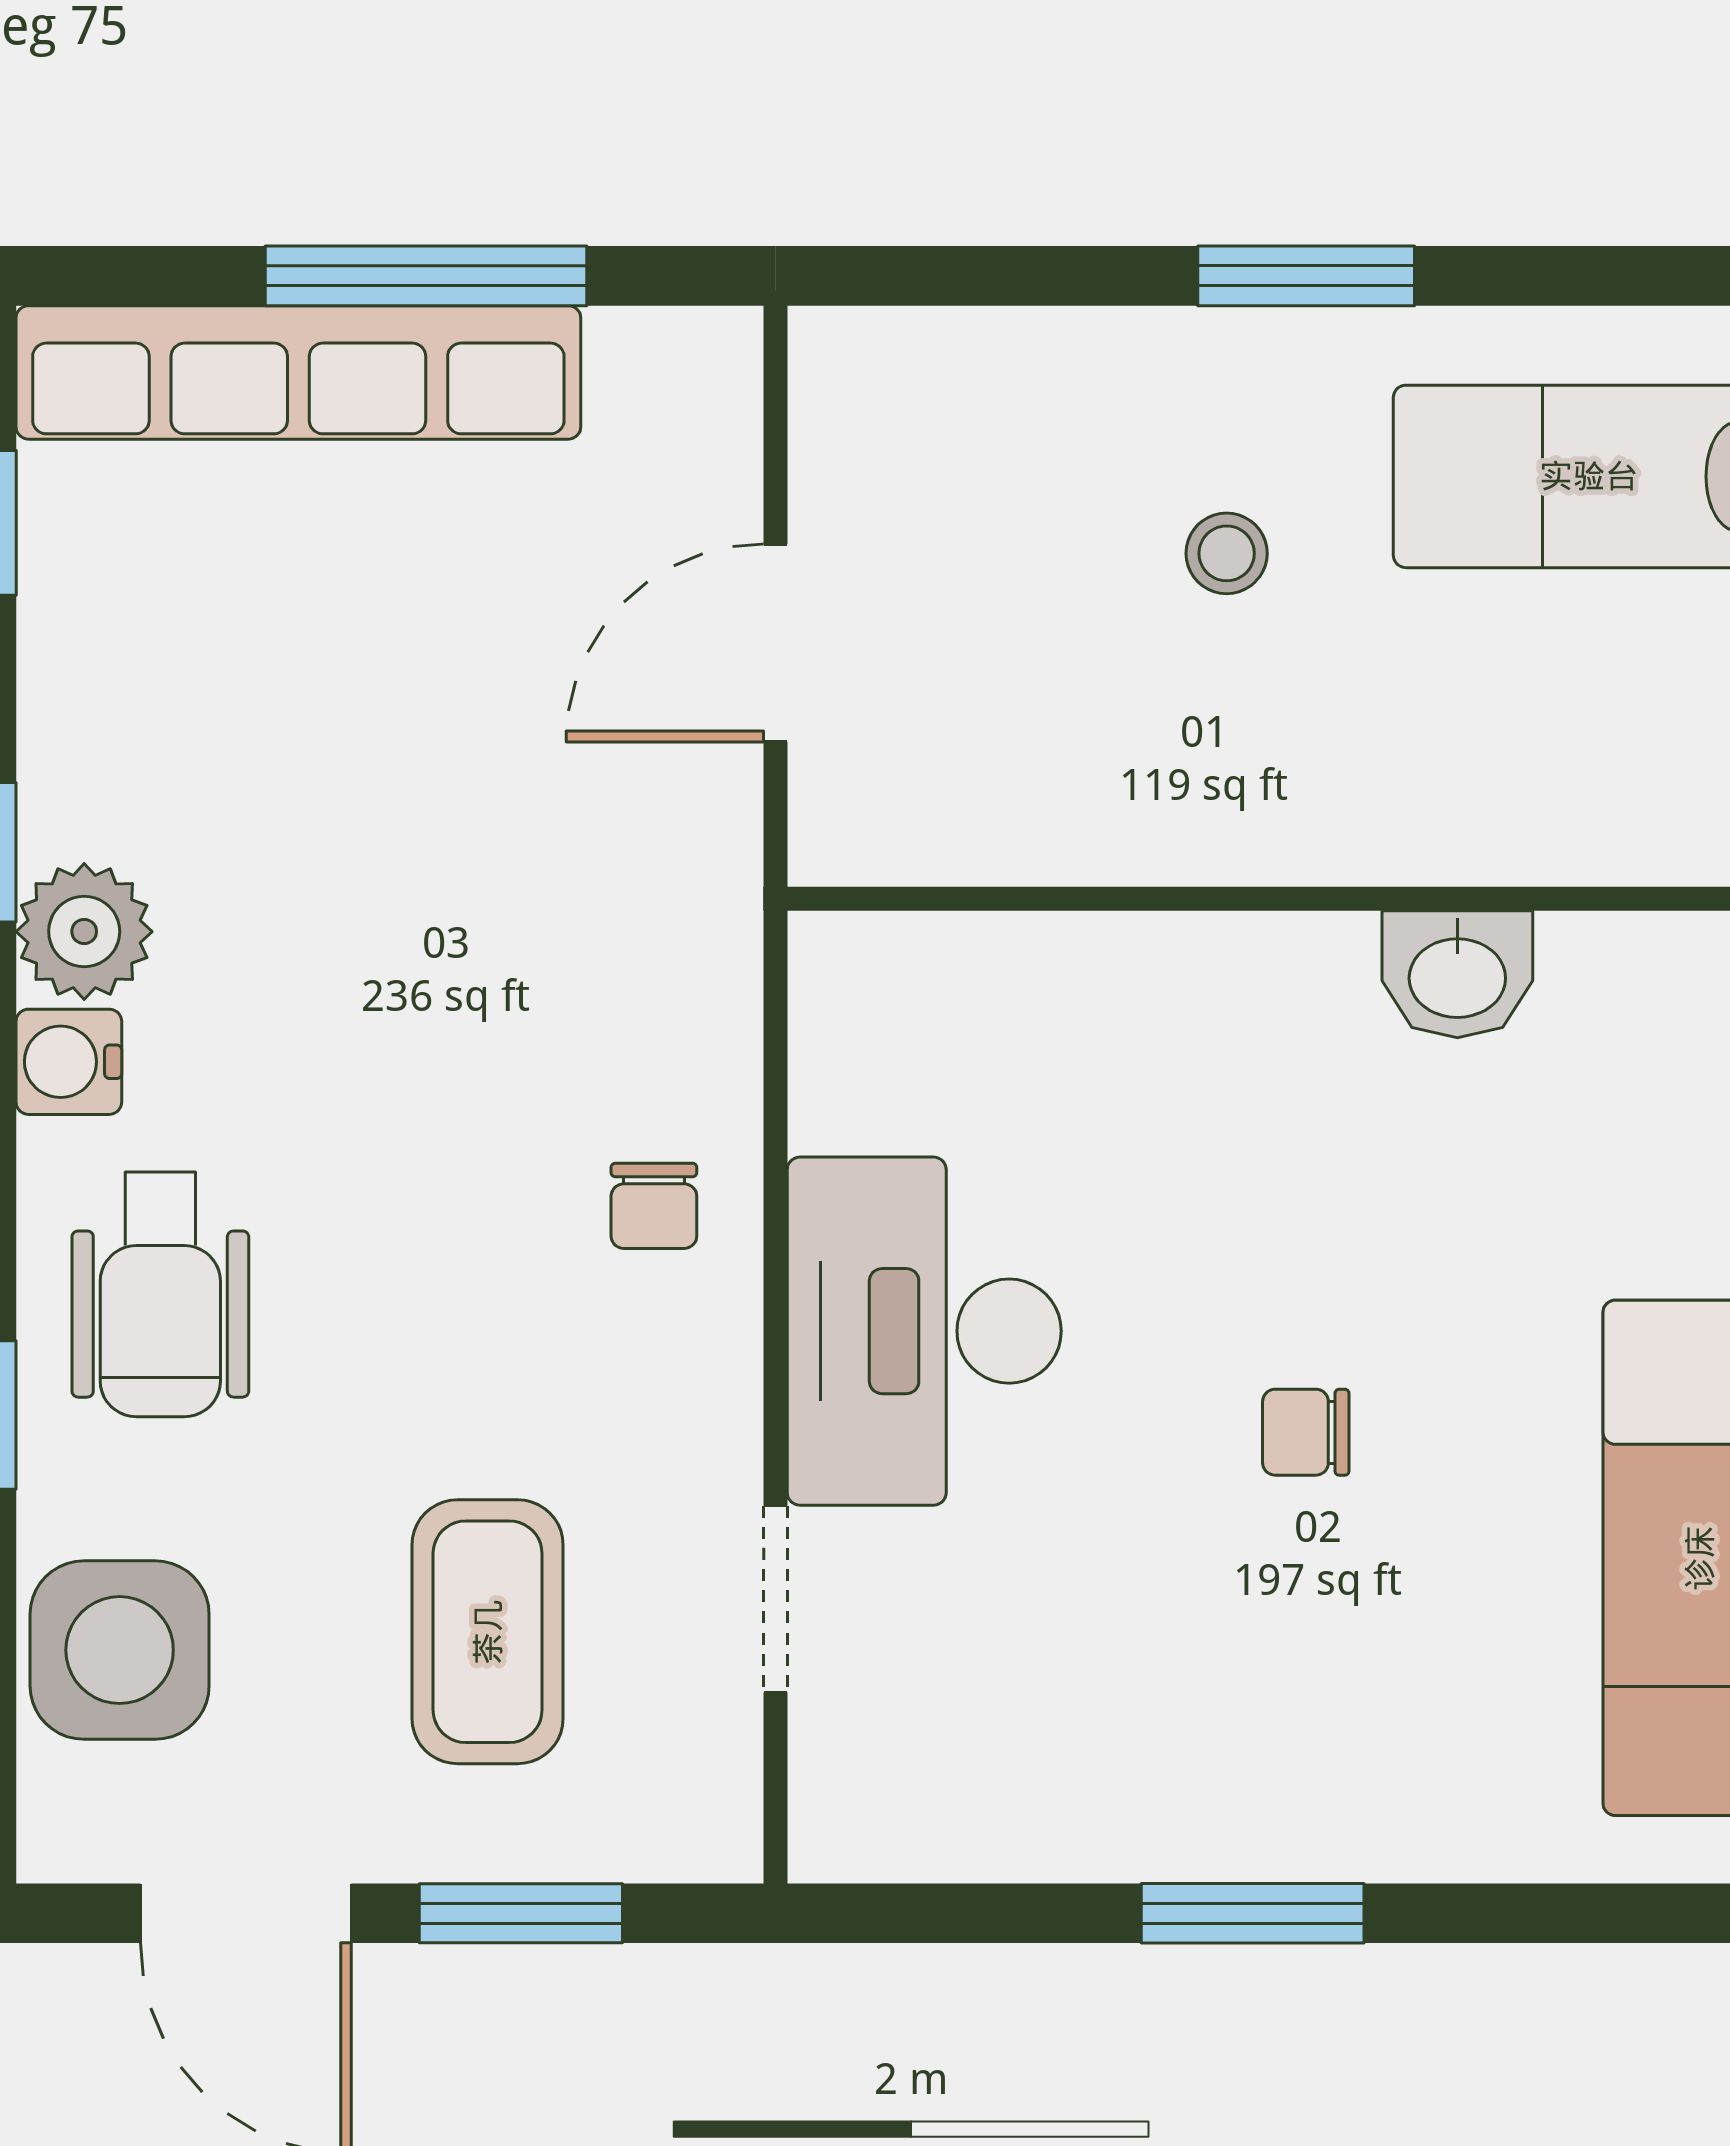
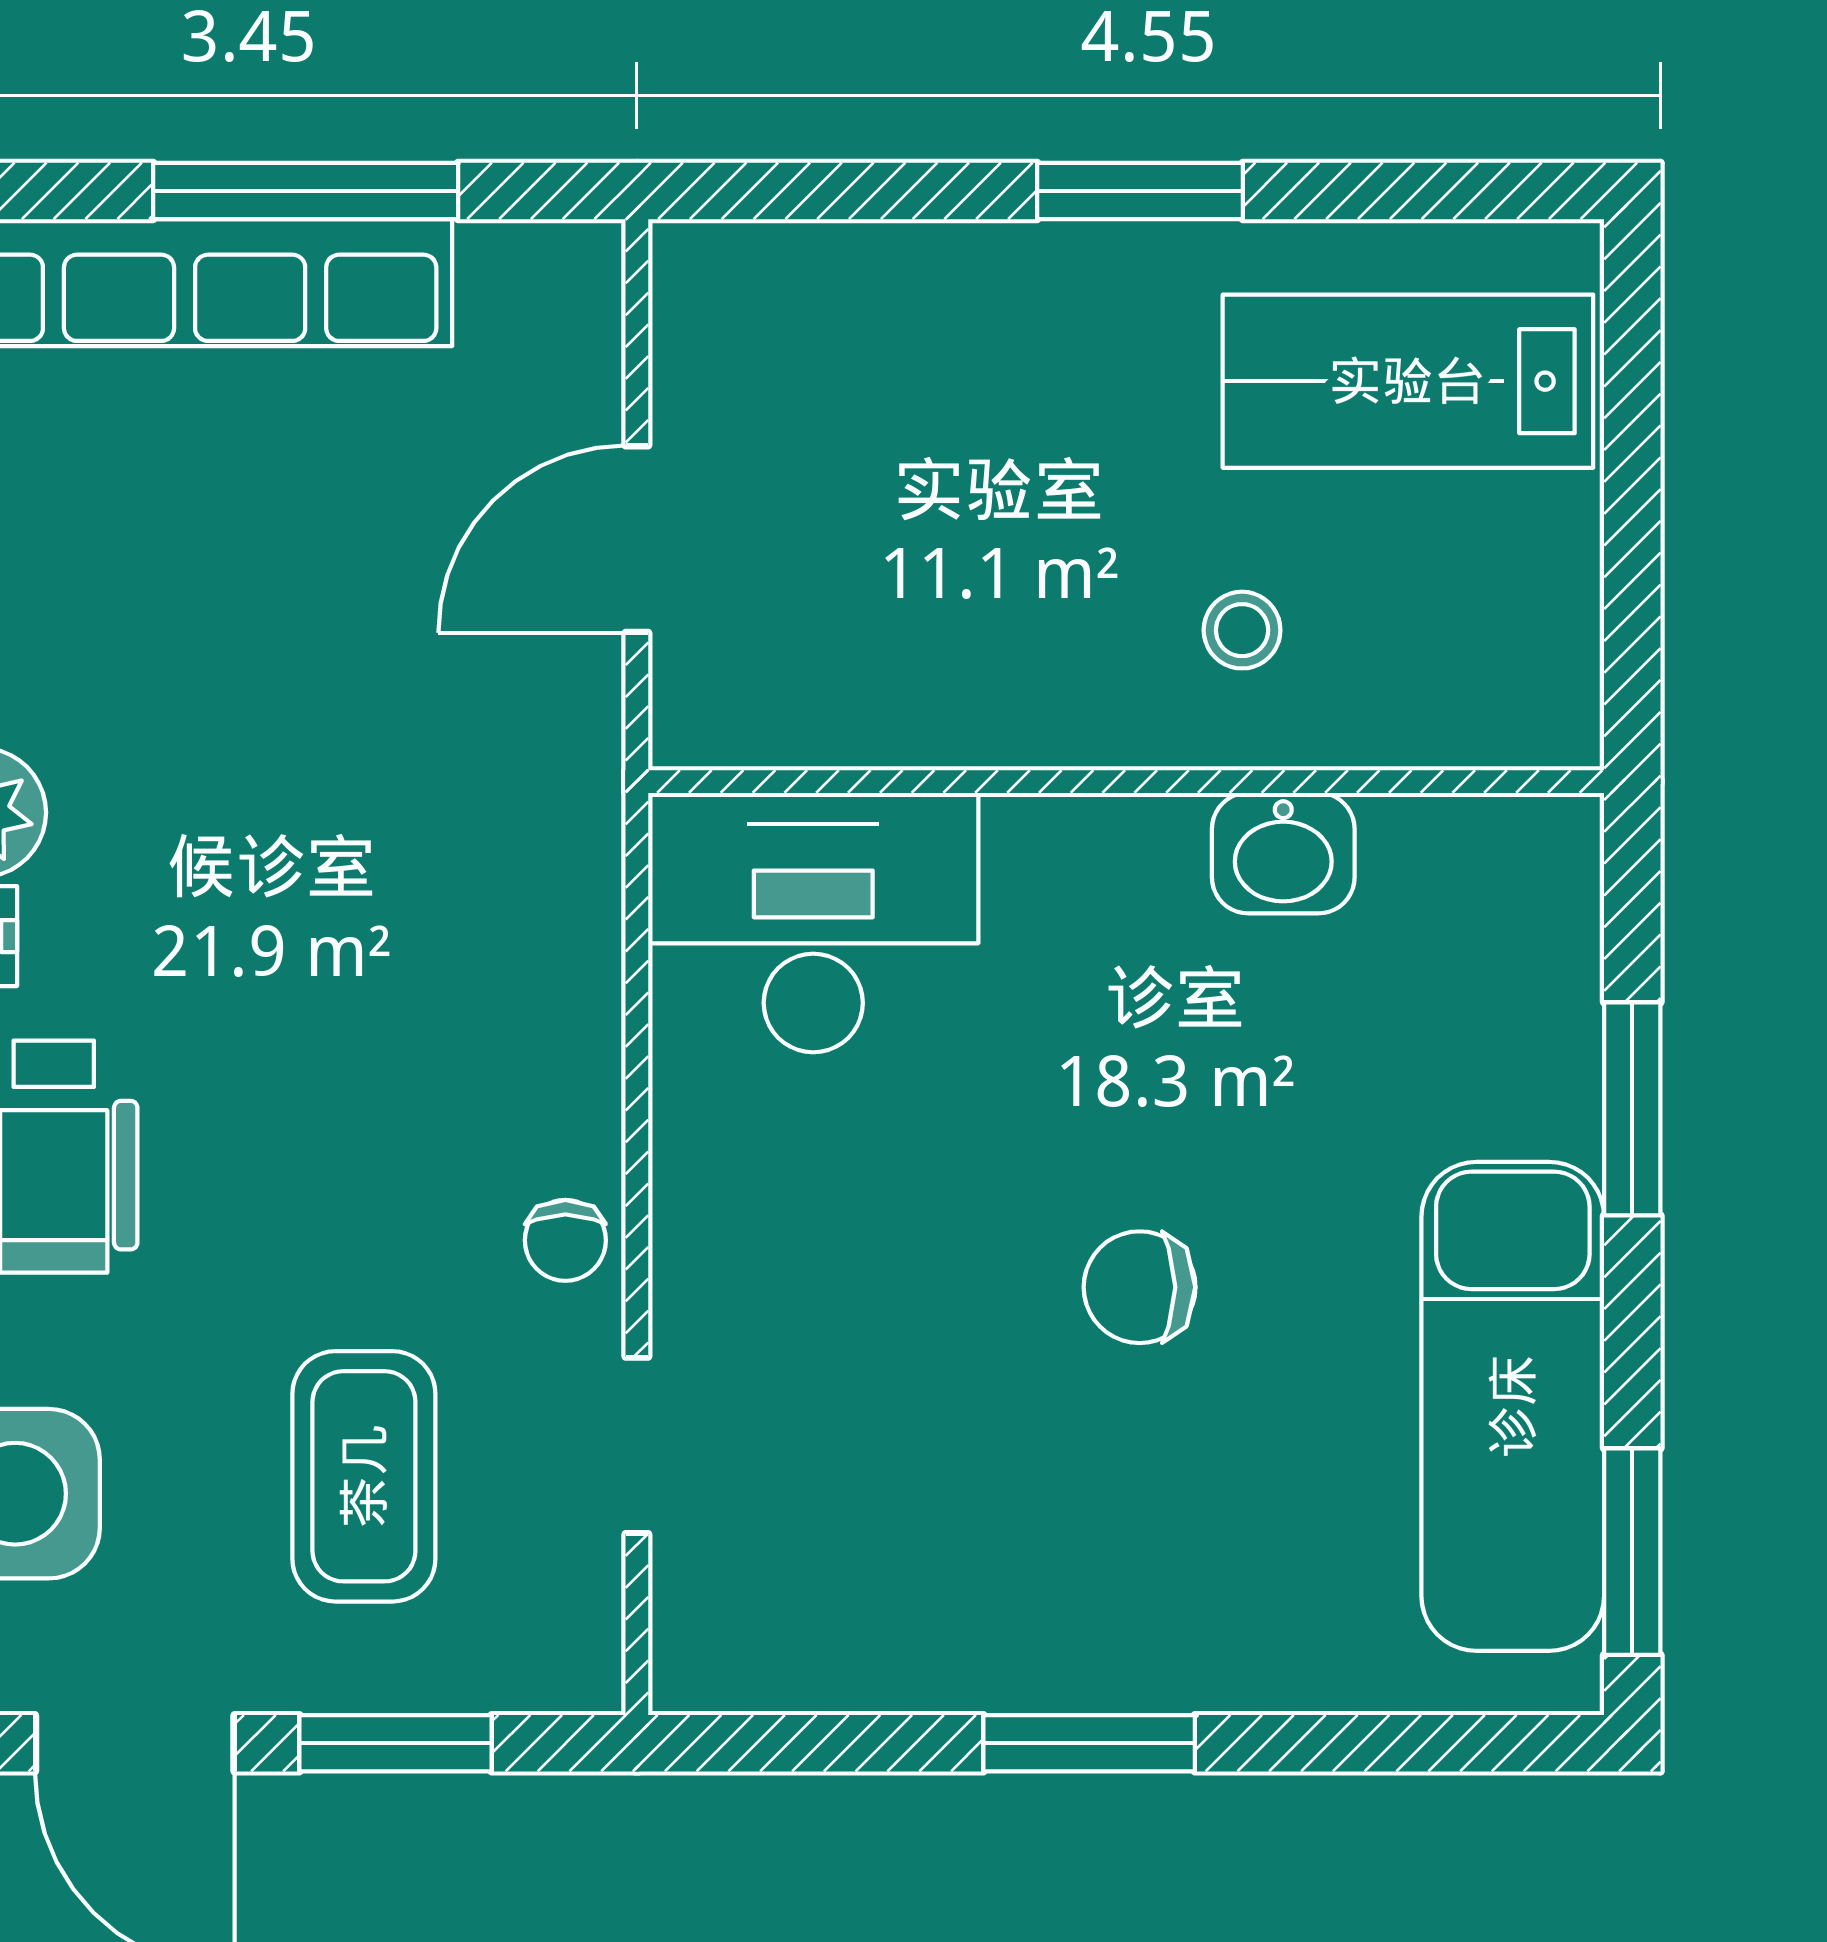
stool: (1227, 553) -> (1242, 630), moved
chair: (654, 1206) -> (565, 1240), moved
desk: (924, 1331) -> (813, 923), moved, turned 90
chair: (1306, 1432) -> (1140, 1287), width x1.37, depth x1.37

